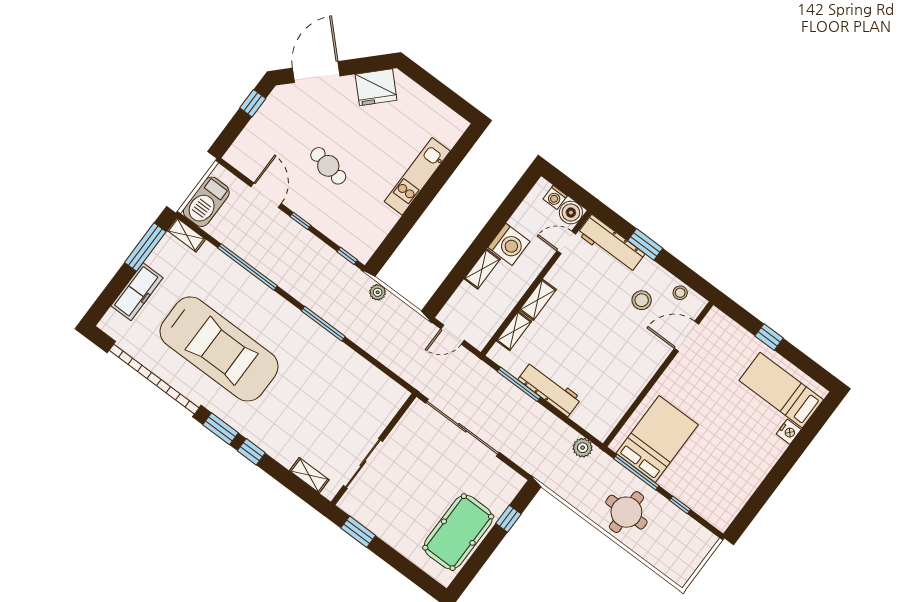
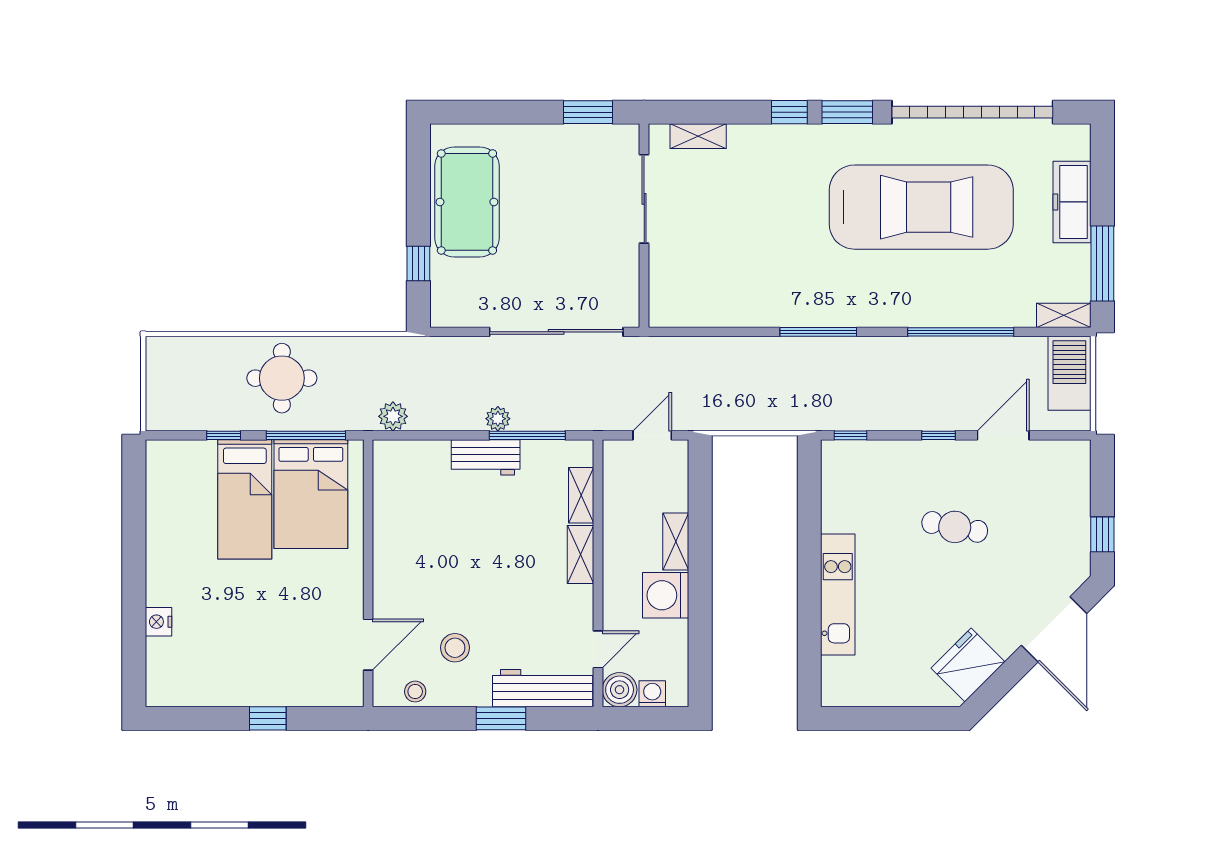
door: (266, 195) -> (1003, 435), swing flipped
plant: (378, 292) -> (498, 419), moved
car: (219, 349) -> (921, 207), turned 180
workbench: (550, 389) -> (486, 457), width x0.73
bed: (781, 390) -> (245, 499), moved, turned 90

